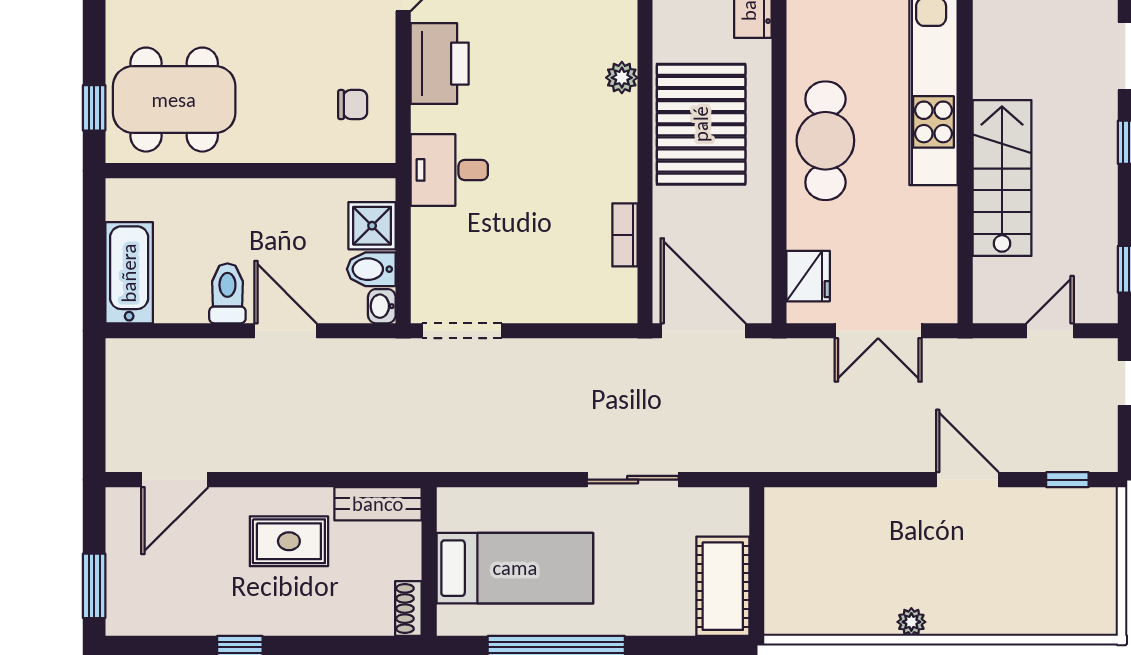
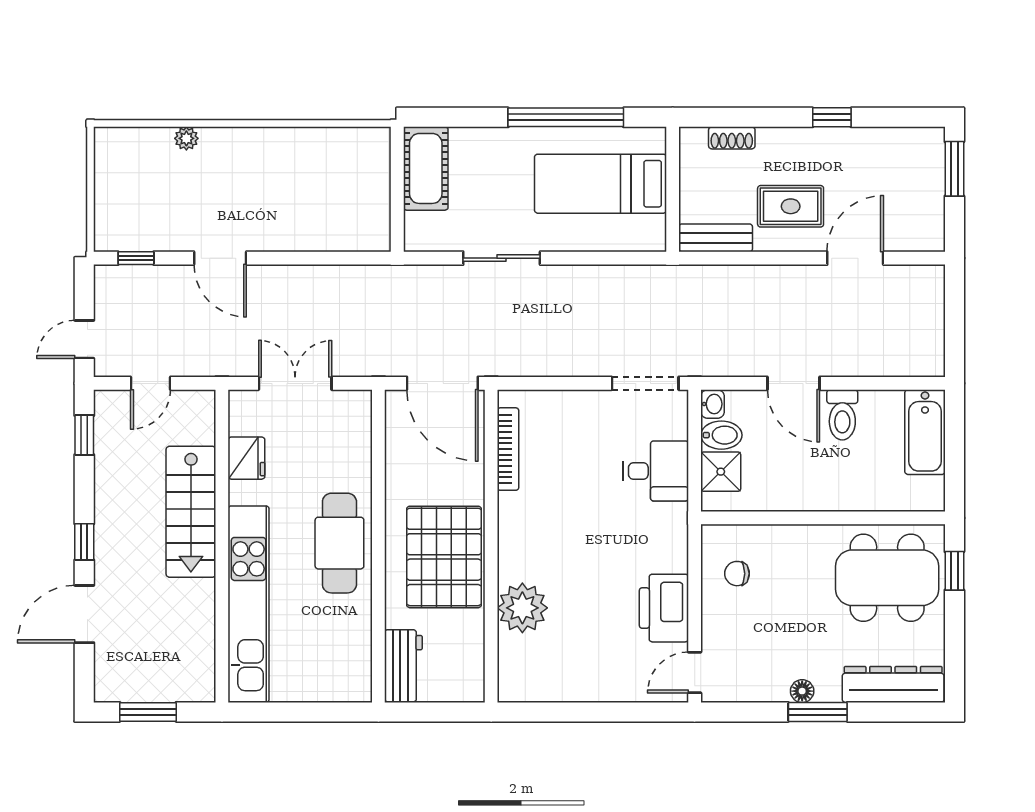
plant: (622, 78) -> (522, 608), width x1.87, depth x1.87
desk: (449, 170) -> (656, 471), moved
bookcase: (625, 235) -> (508, 449), width x1.56
fridge: (808, 276) -> (246, 458), moved, turned 180
door: (175, 480) -> (855, 258), moved
shoe rack: (408, 609) -> (732, 138), moved, turned 90
plant: (911, 622) -> (186, 138), moved

